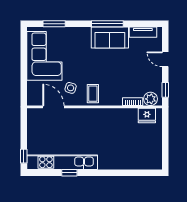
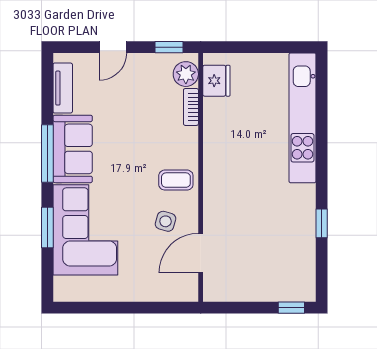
window: (54, 24) -> (47, 228), moved
corner sofa: (44, 56) -> (85, 230), moved, turned 90
kitchen unit: (62, 162) -> (302, 118), moved

